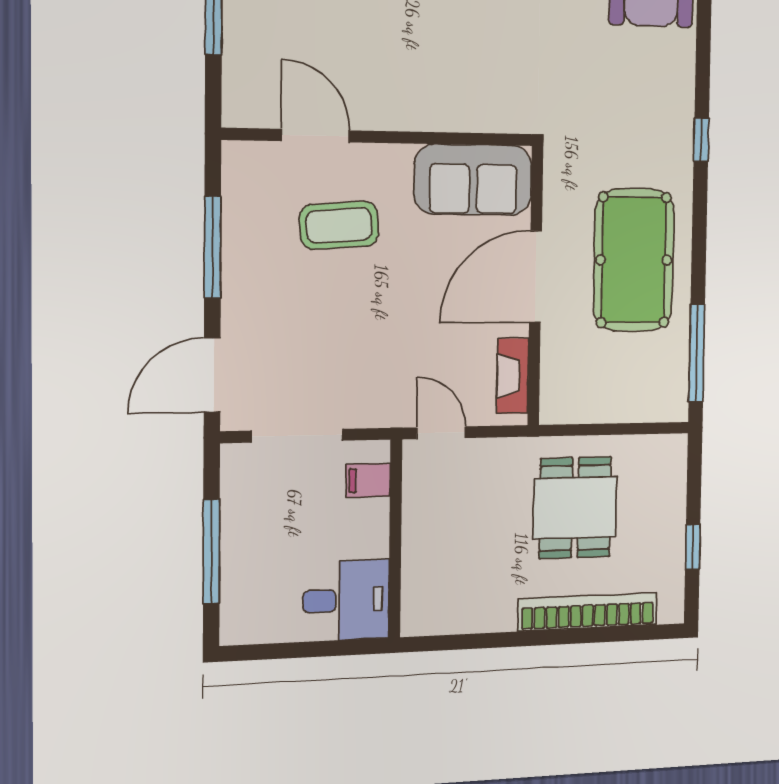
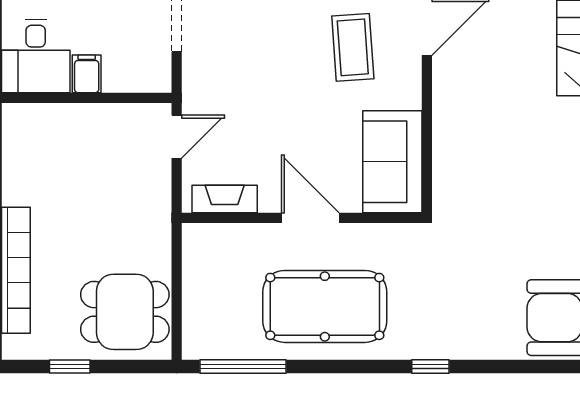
door: (536, 276) -> (310, 218), width x0.73
filing cabinet: (368, 480) -> (87, 74), moved
dining table: (575, 508) -> (125, 312), moved

